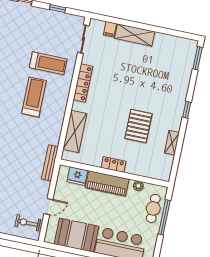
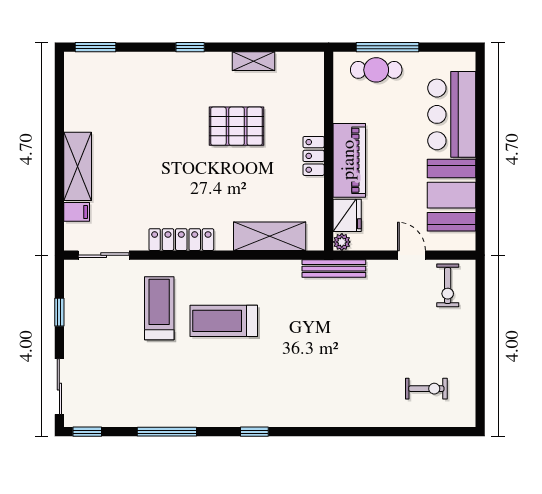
plant: (138, 186) -> (342, 242), moved

